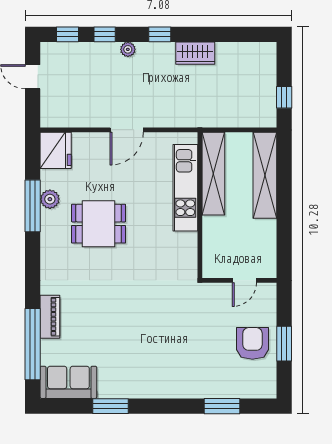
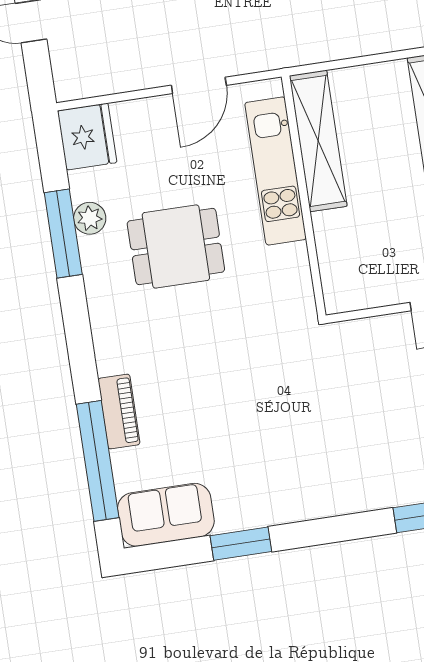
shelving: (213, 174) -> (318, 141), moved
kitchen unit: (185, 188) -> (276, 171), moved
wall: (200, 205) -> (304, 196), moved

